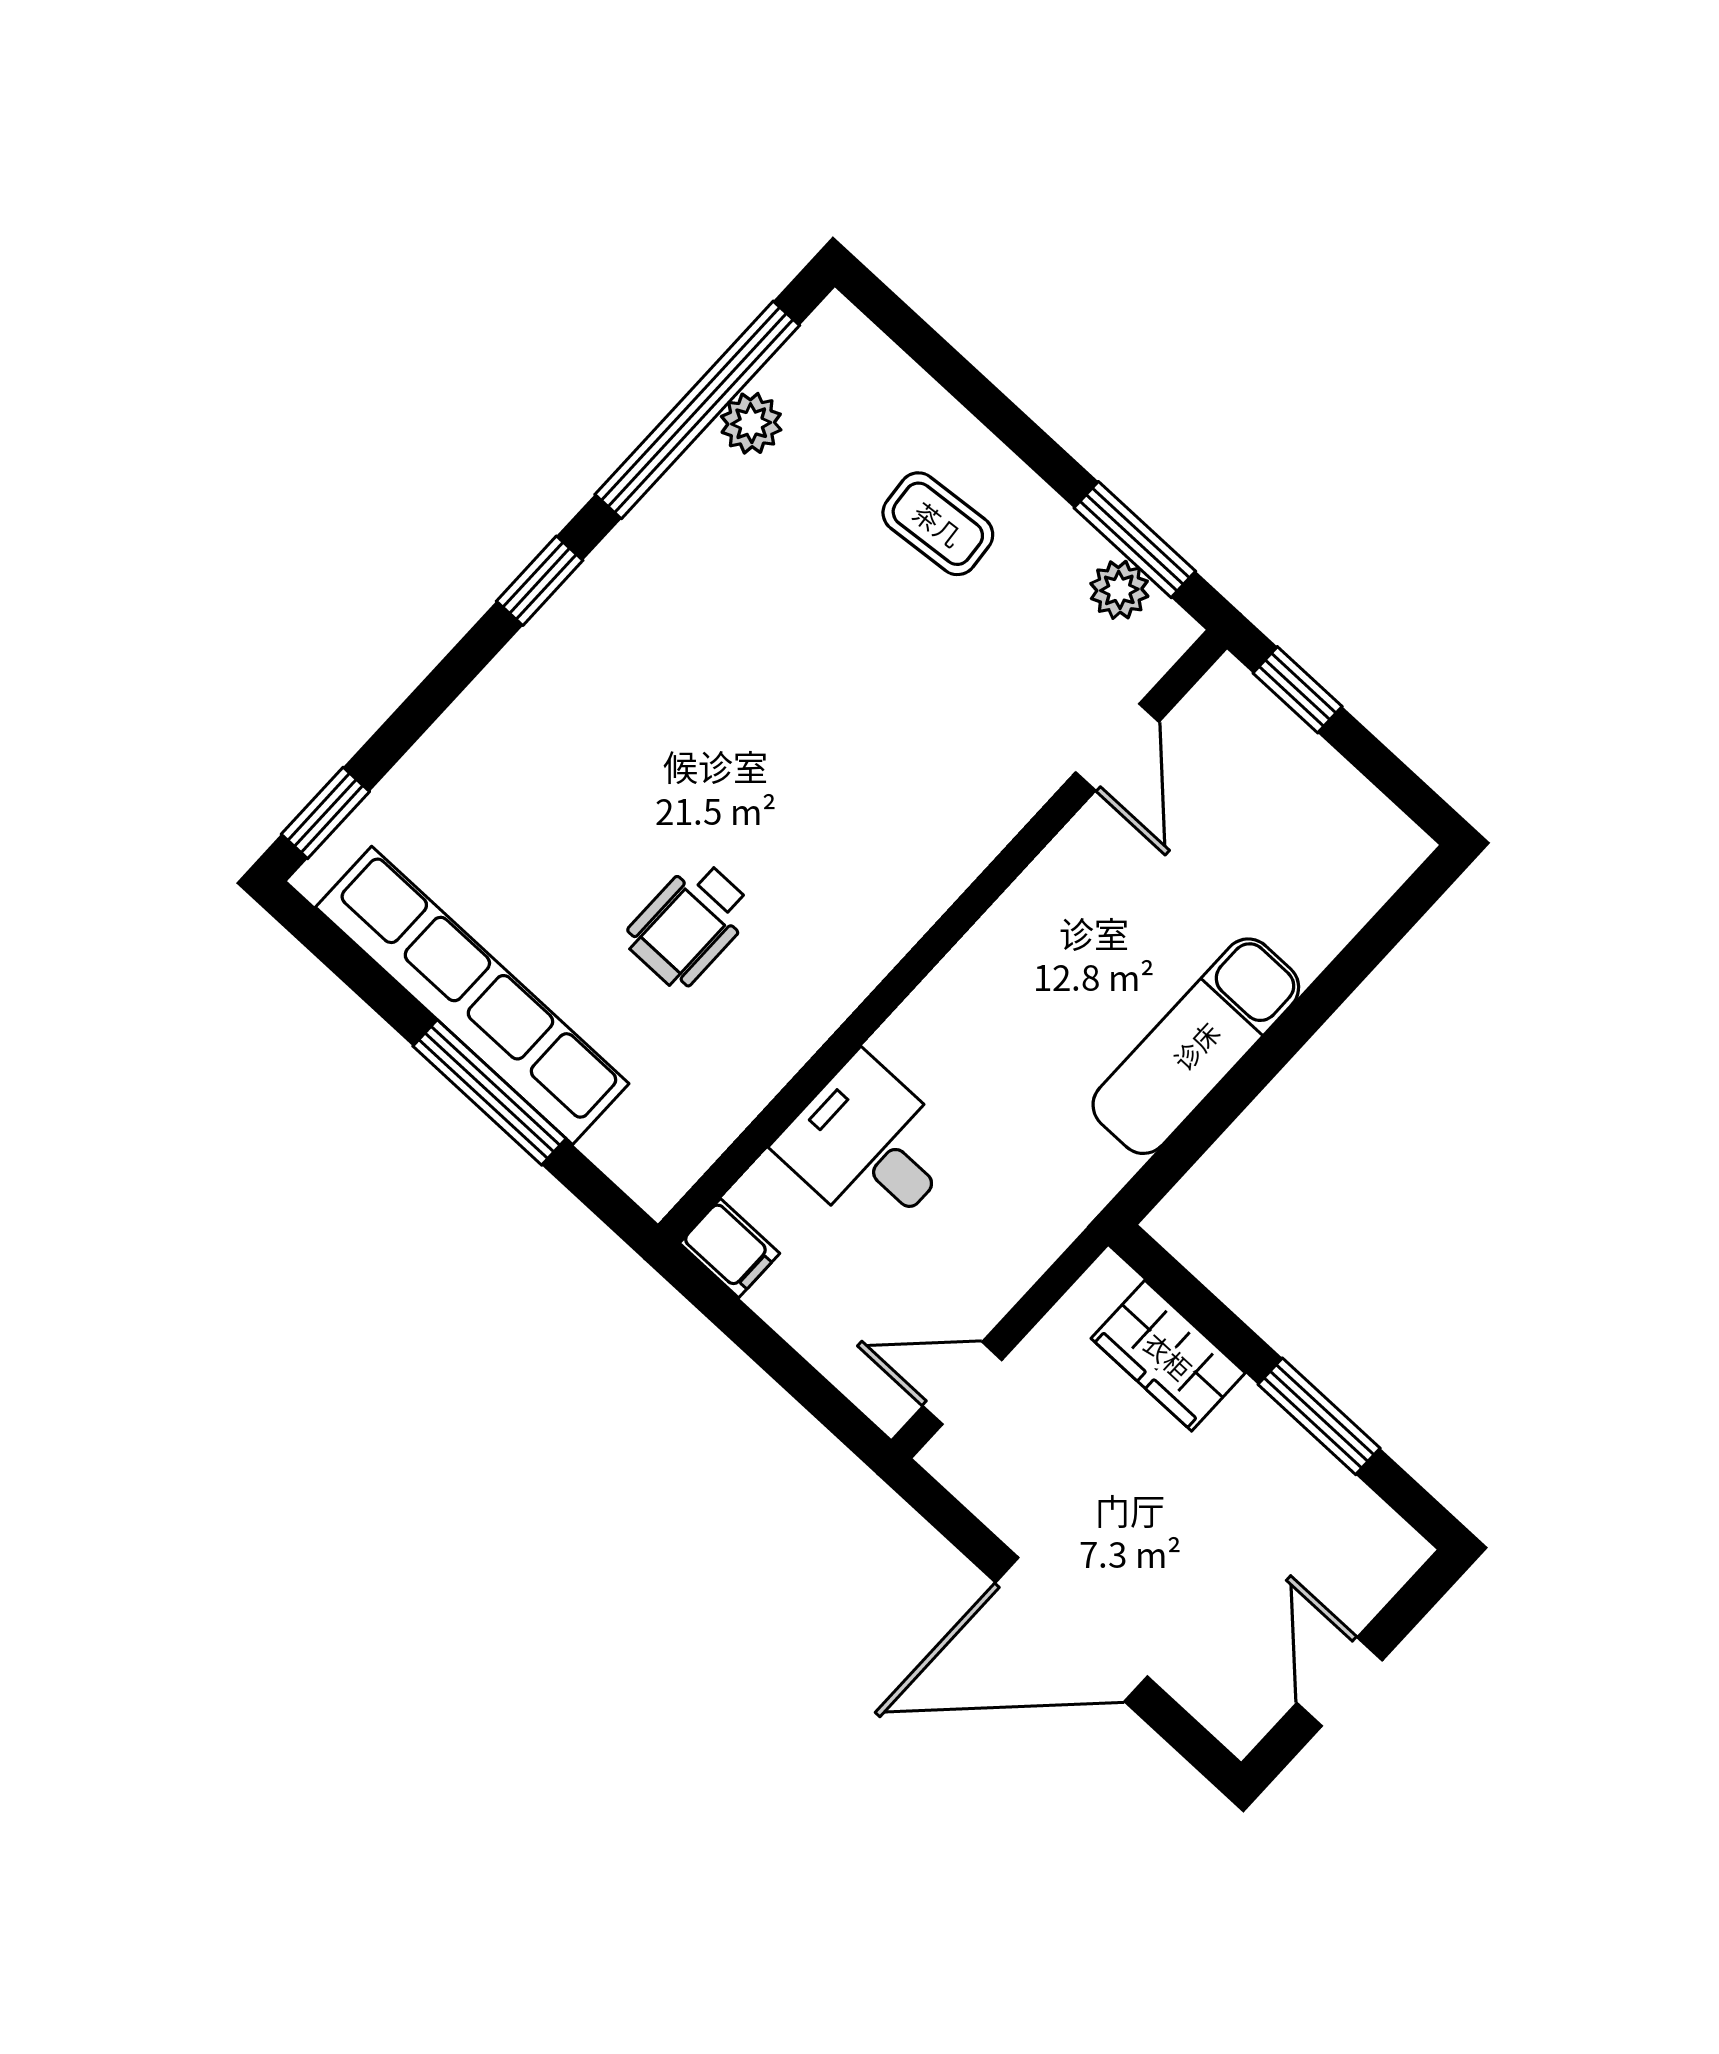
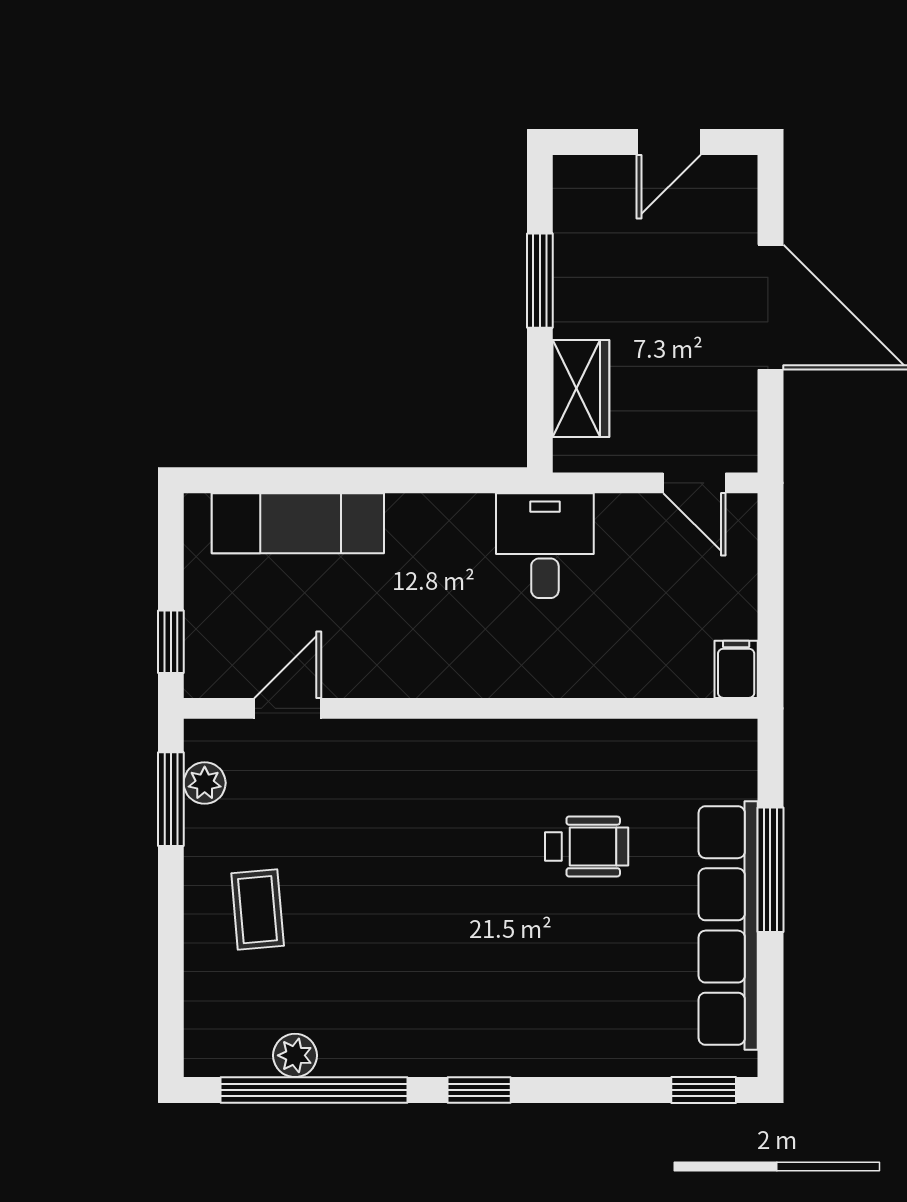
exam couch: (1196, 1046) -> (298, 523), moved
desk: (869, 1147) -> (545, 546), moved, turned 180

